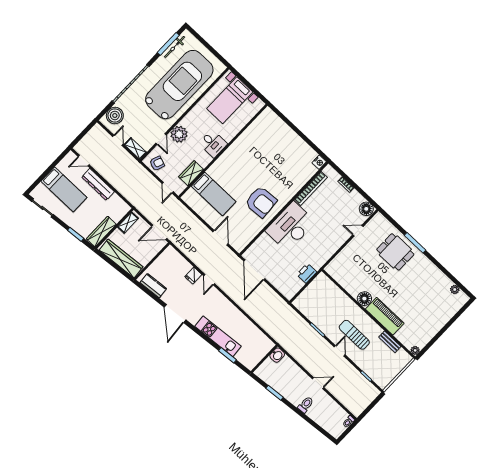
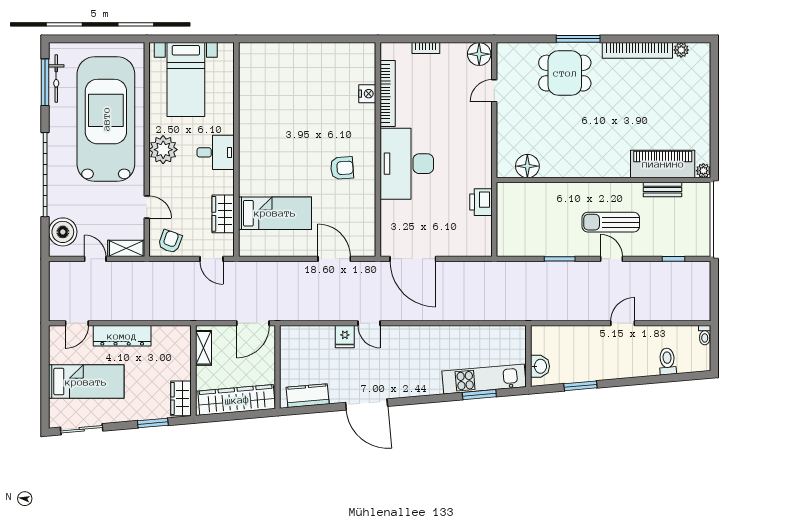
plant: (179, 134) -> (163, 150), moved
nightstand: (319, 162) -> (367, 94), moved
armchair: (261, 202) -> (342, 168), width x0.53, depth x0.53
wardrobe: (101, 232) -> (181, 398), width x0.67
bookcase: (436, 272) -> (637, 50), added
floor lamp: (364, 299) -> (527, 166), moved
piano: (385, 316) -> (663, 164), moved
kitchen unit: (218, 336) -> (484, 379), moved
washbasin: (277, 355) -> (540, 366), moved
toilet: (306, 405) -> (667, 361), moved

